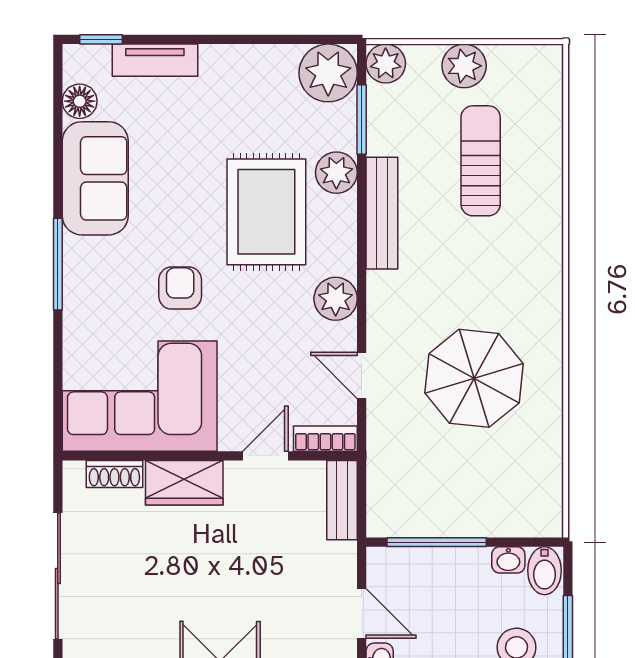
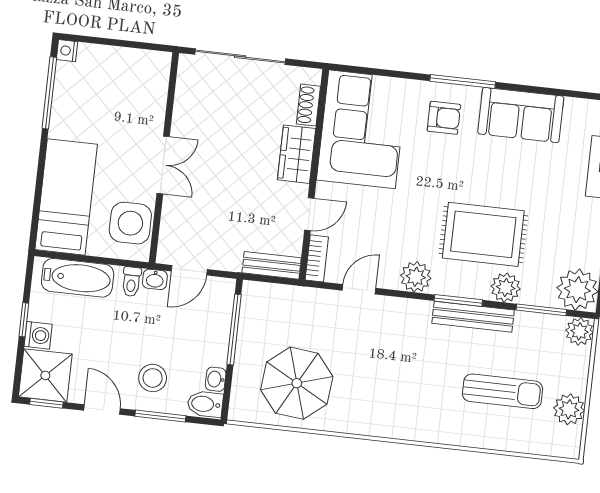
plant: (464, 66) -> (569, 409), moved
floor lamp: (80, 101) -> (577, 110), removed
window: (362, 236) -> (458, 300), added
armchair: (180, 288) -> (444, 118), moved
parasol: (474, 378) -> (297, 383), moved
door: (265, 456) -> (309, 214), hinge flipped

